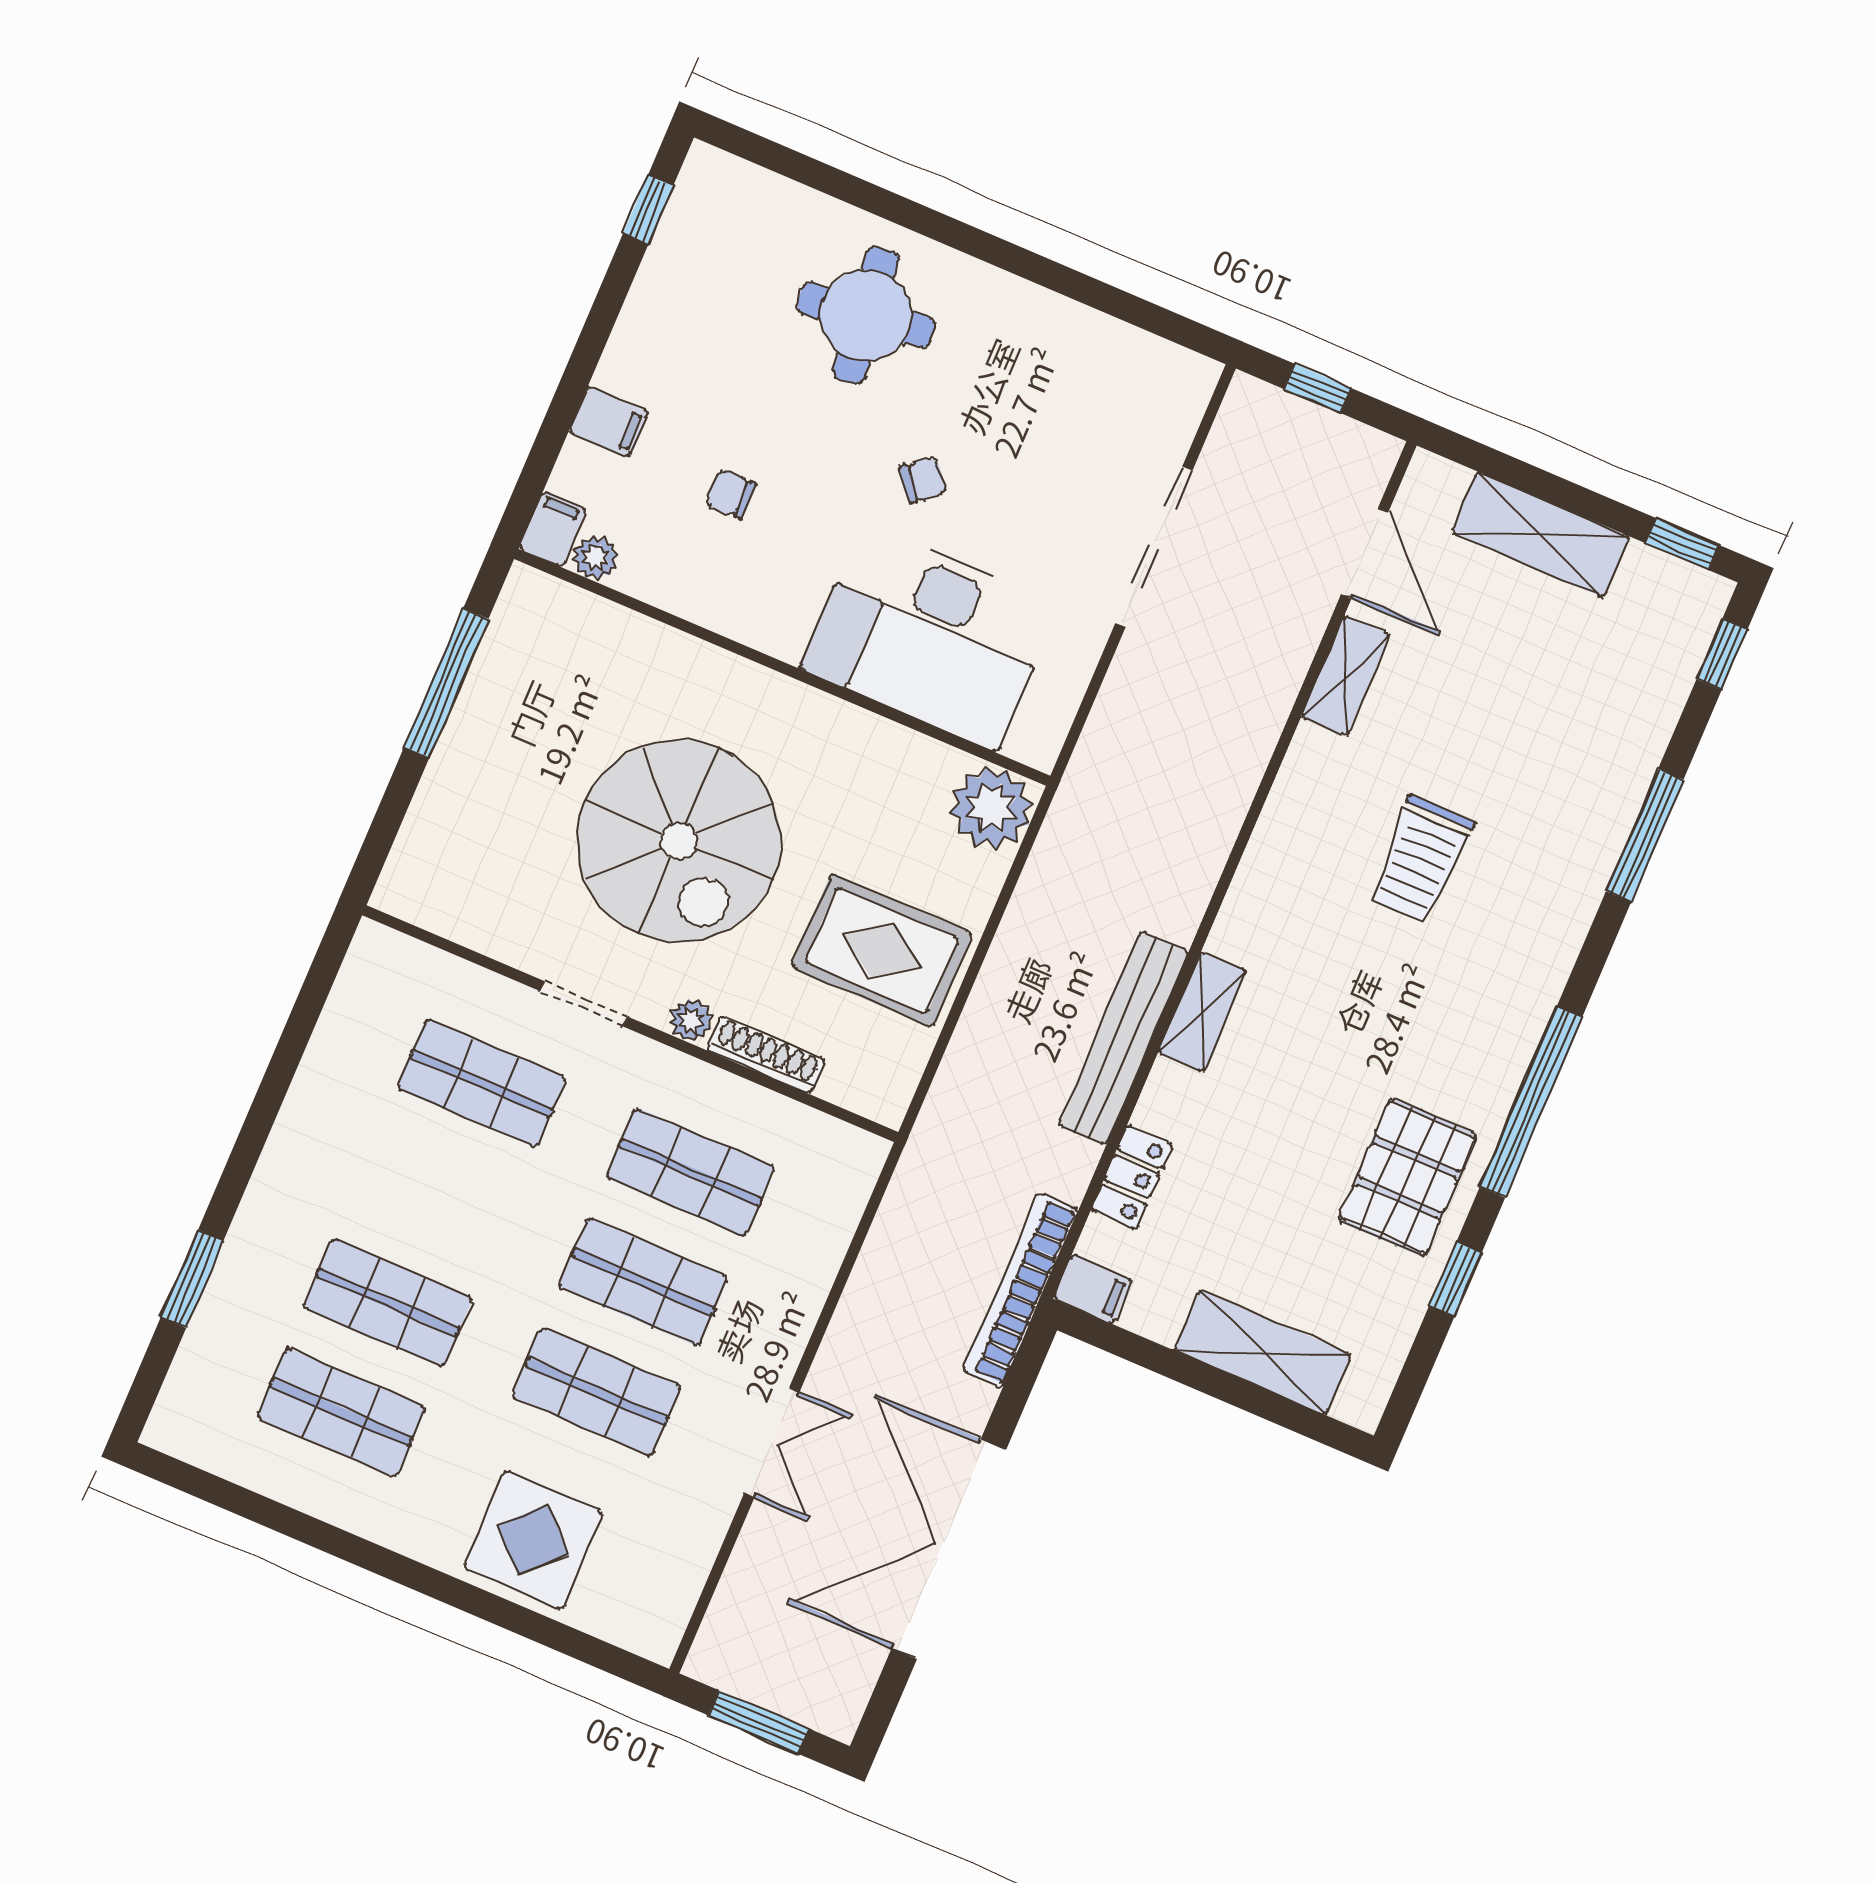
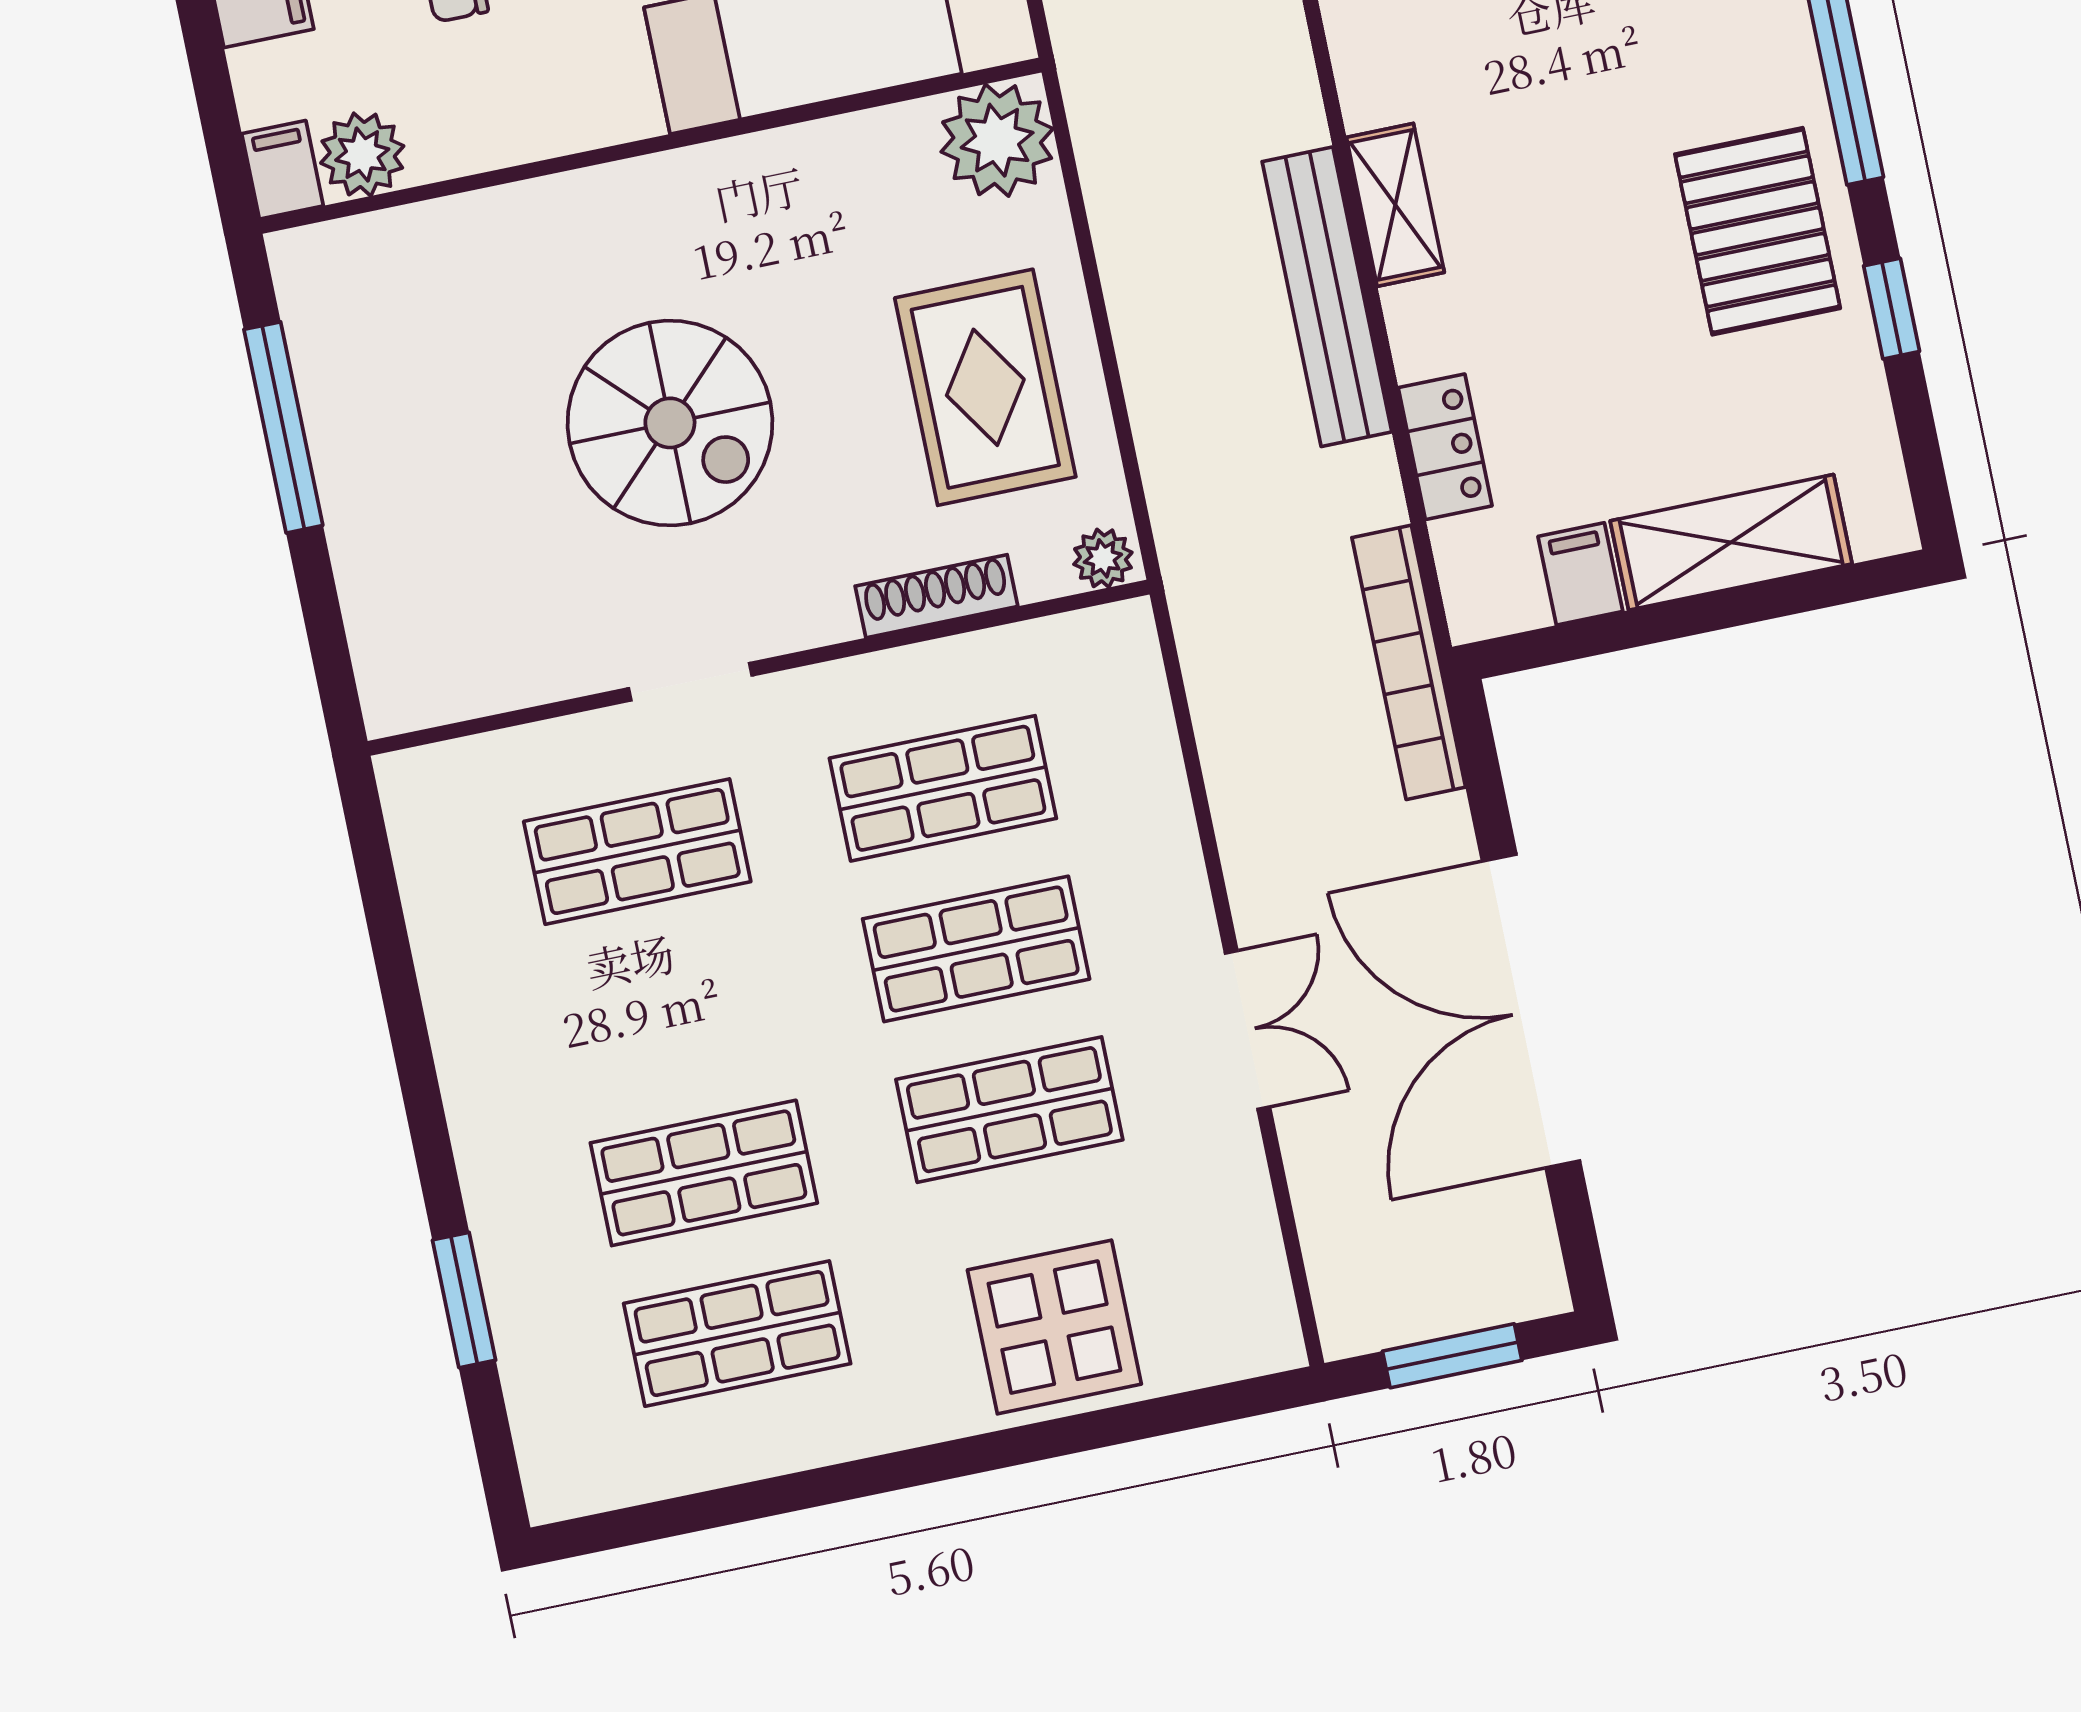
plant: (596, 557) -> (362, 155), width x1.38, depth x1.38
spiral stairs: (679, 841) -> (670, 423), width x0.73, depth x0.73
rug: (882, 950) -> (985, 387), turned 90
plant: (691, 1020) -> (1103, 558), moved
filing cabinet: (1093, 1289) -> (1580, 574), moved, turned -90

